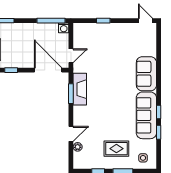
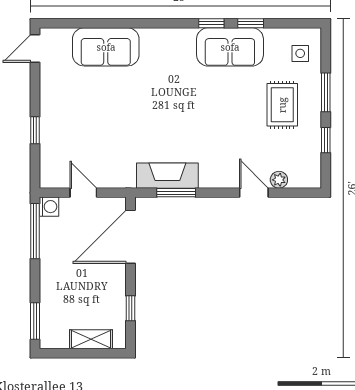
door: (71, 56) -> (83, 193), moved
sofa: (146, 74) -> (106, 47), moved
sofa: (146, 115) -> (230, 47), width x0.73

